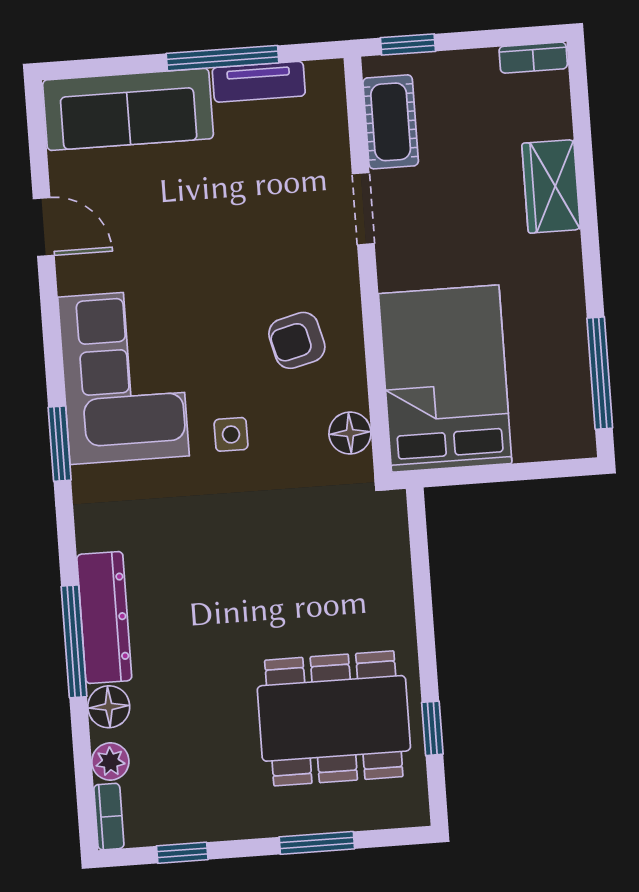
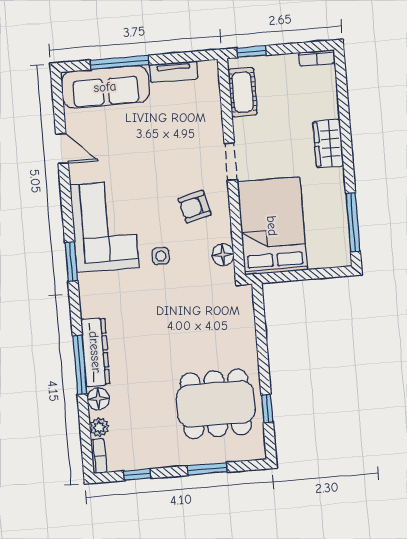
window: (222, 58) -> (119, 63), moved
wardrobe: (551, 186) -> (328, 144), moved
doorway: (363, 209) -> (231, 162), moved

